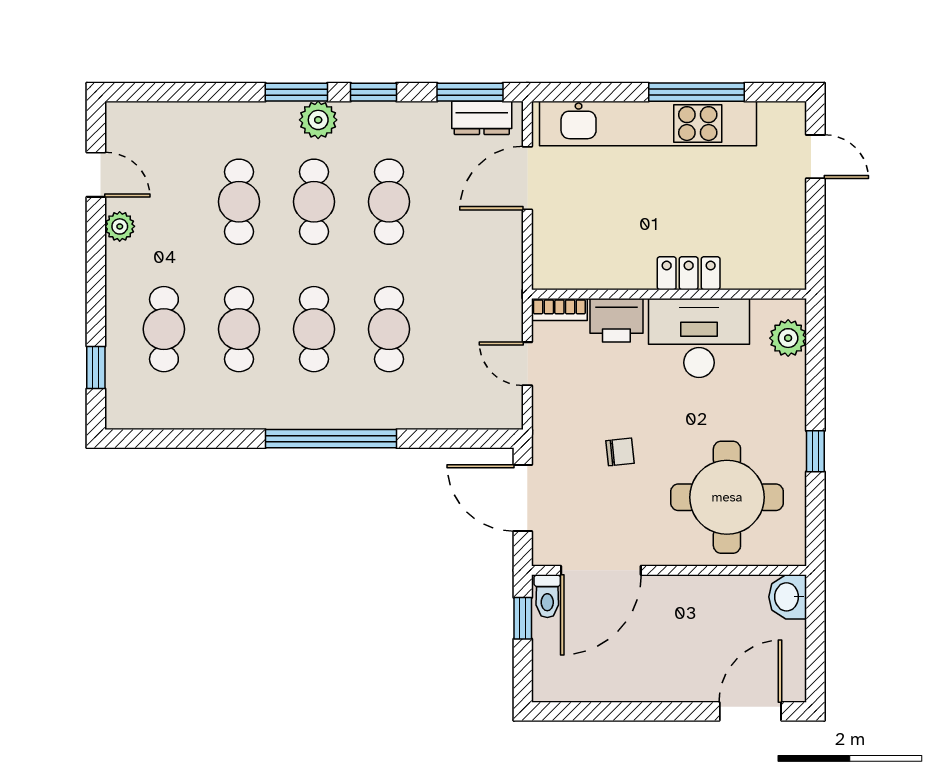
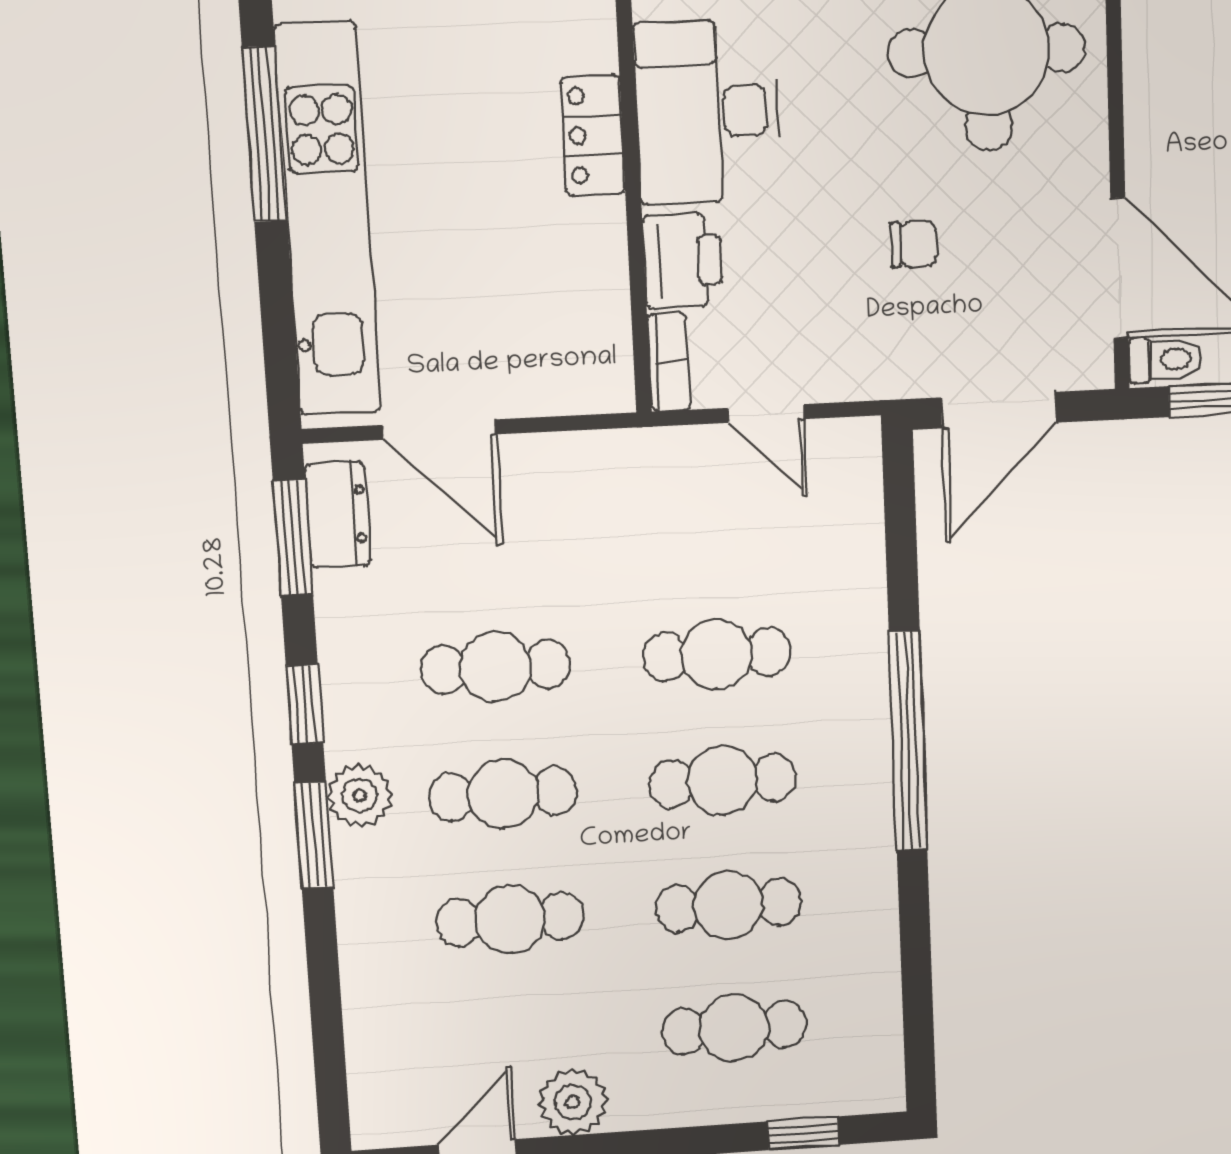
plant: (120, 226) -> (573, 1102), width x1.38, depth x1.38
door: (527, 364) -> (766, 413), hinge flipped
chair: (620, 452) -> (914, 244), turned 96

